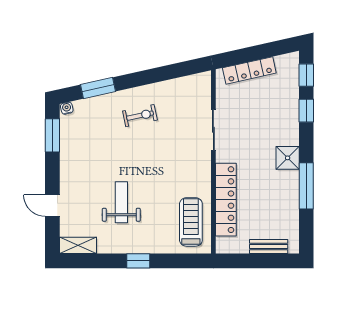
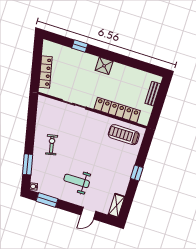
window: (306, 75) -> (59, 39), removed
window: (306, 186) -> (124, 60), removed
weight bench: (121, 202) -> (77, 181), moved

